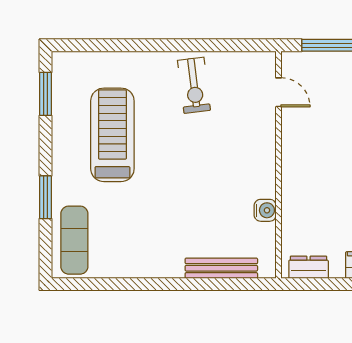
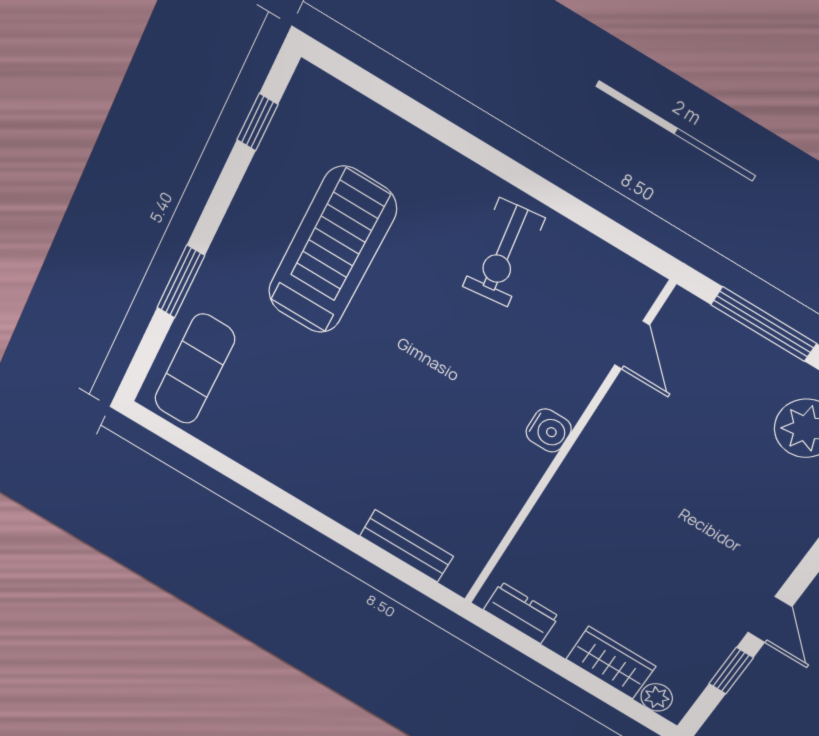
window: (45, 94) -> (257, 122), width x0.67
water cooler: (265, 210) -> (549, 431), moved
bench: (221, 268) -> (406, 546), width x0.73

